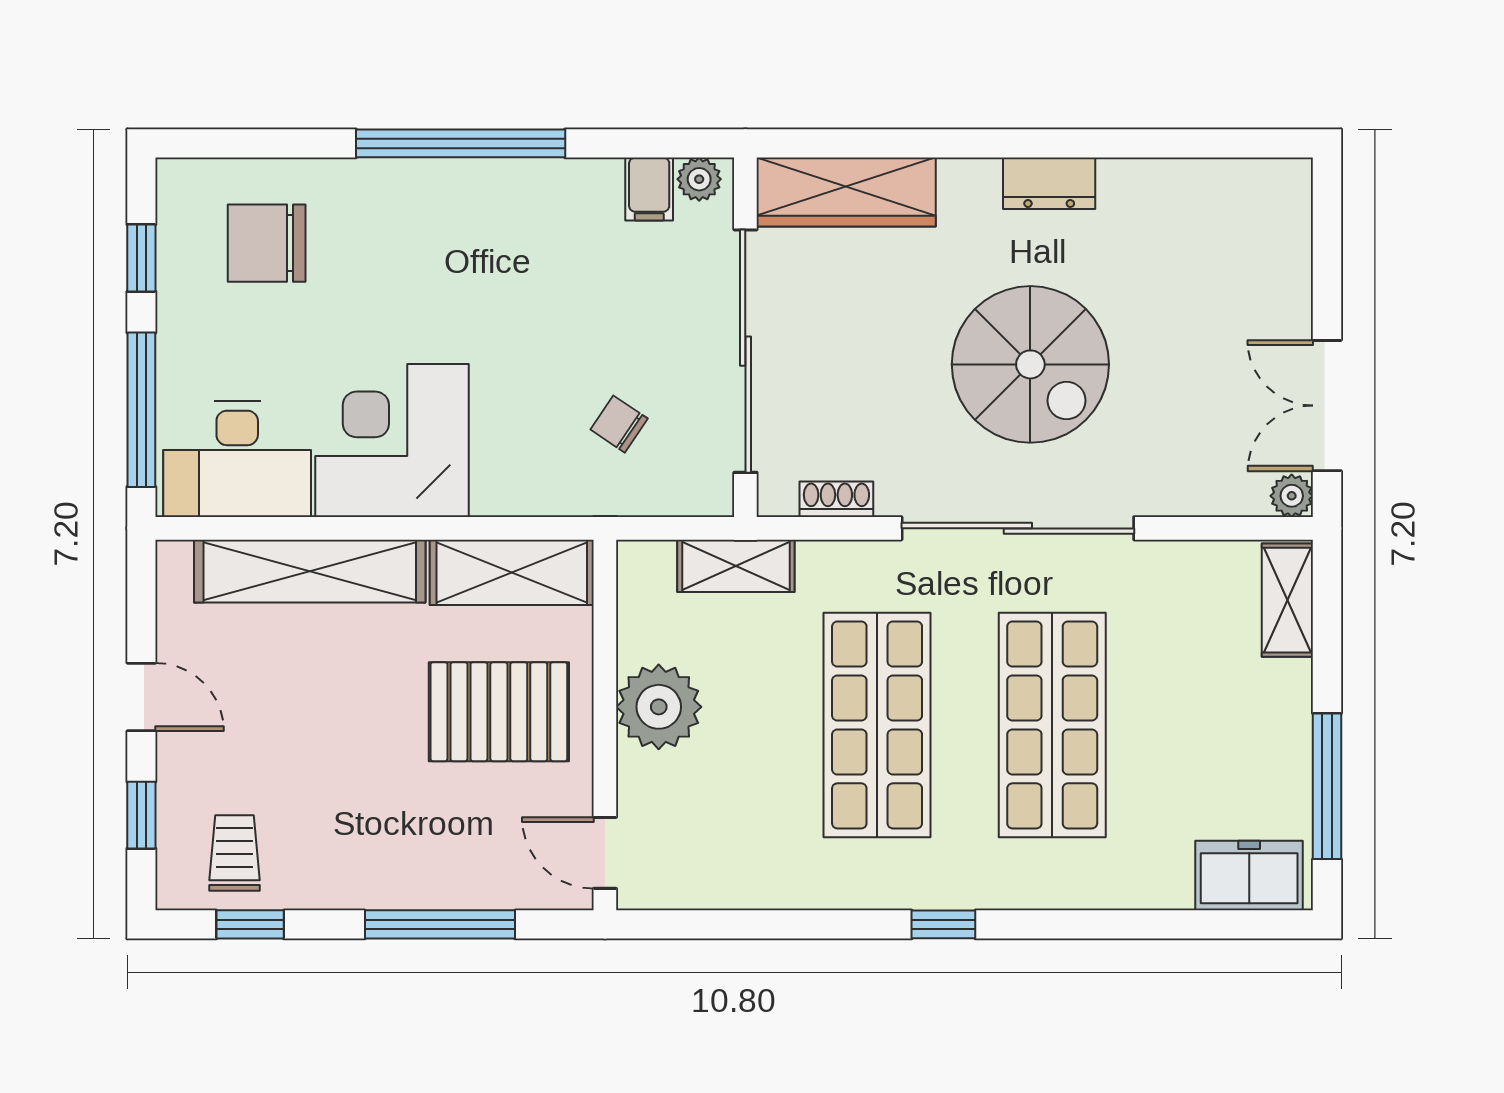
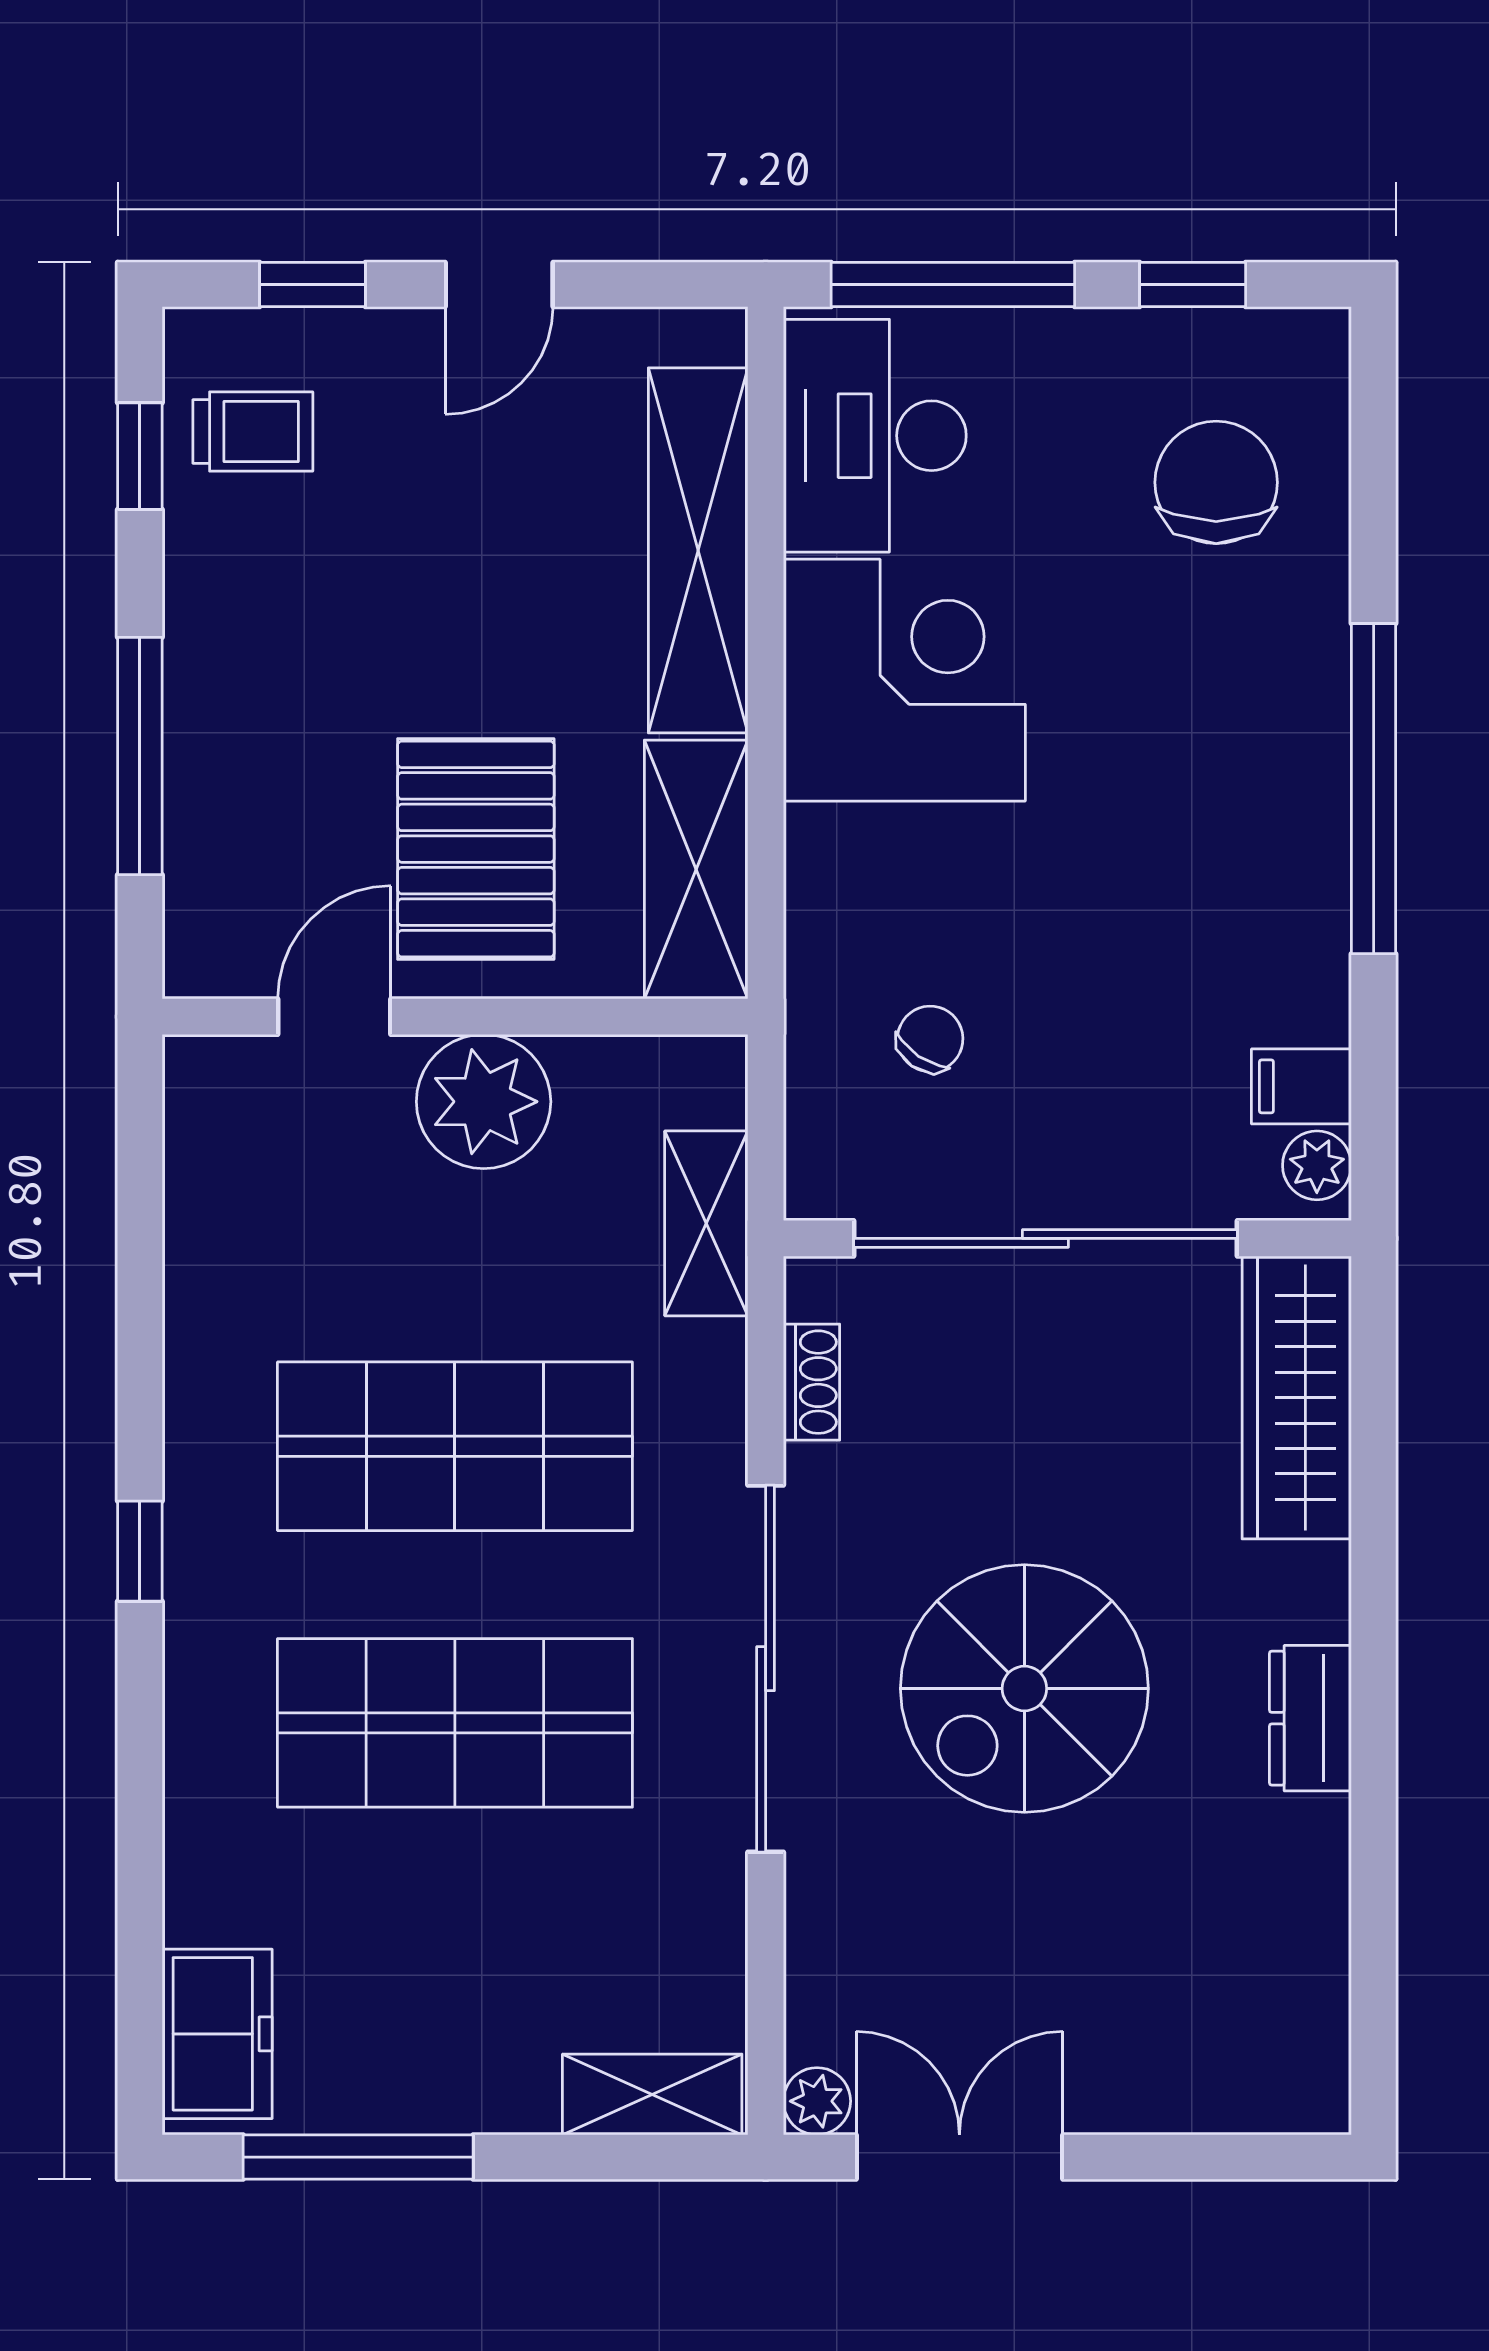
door: (605, 853) -> (334, 1017), moved

